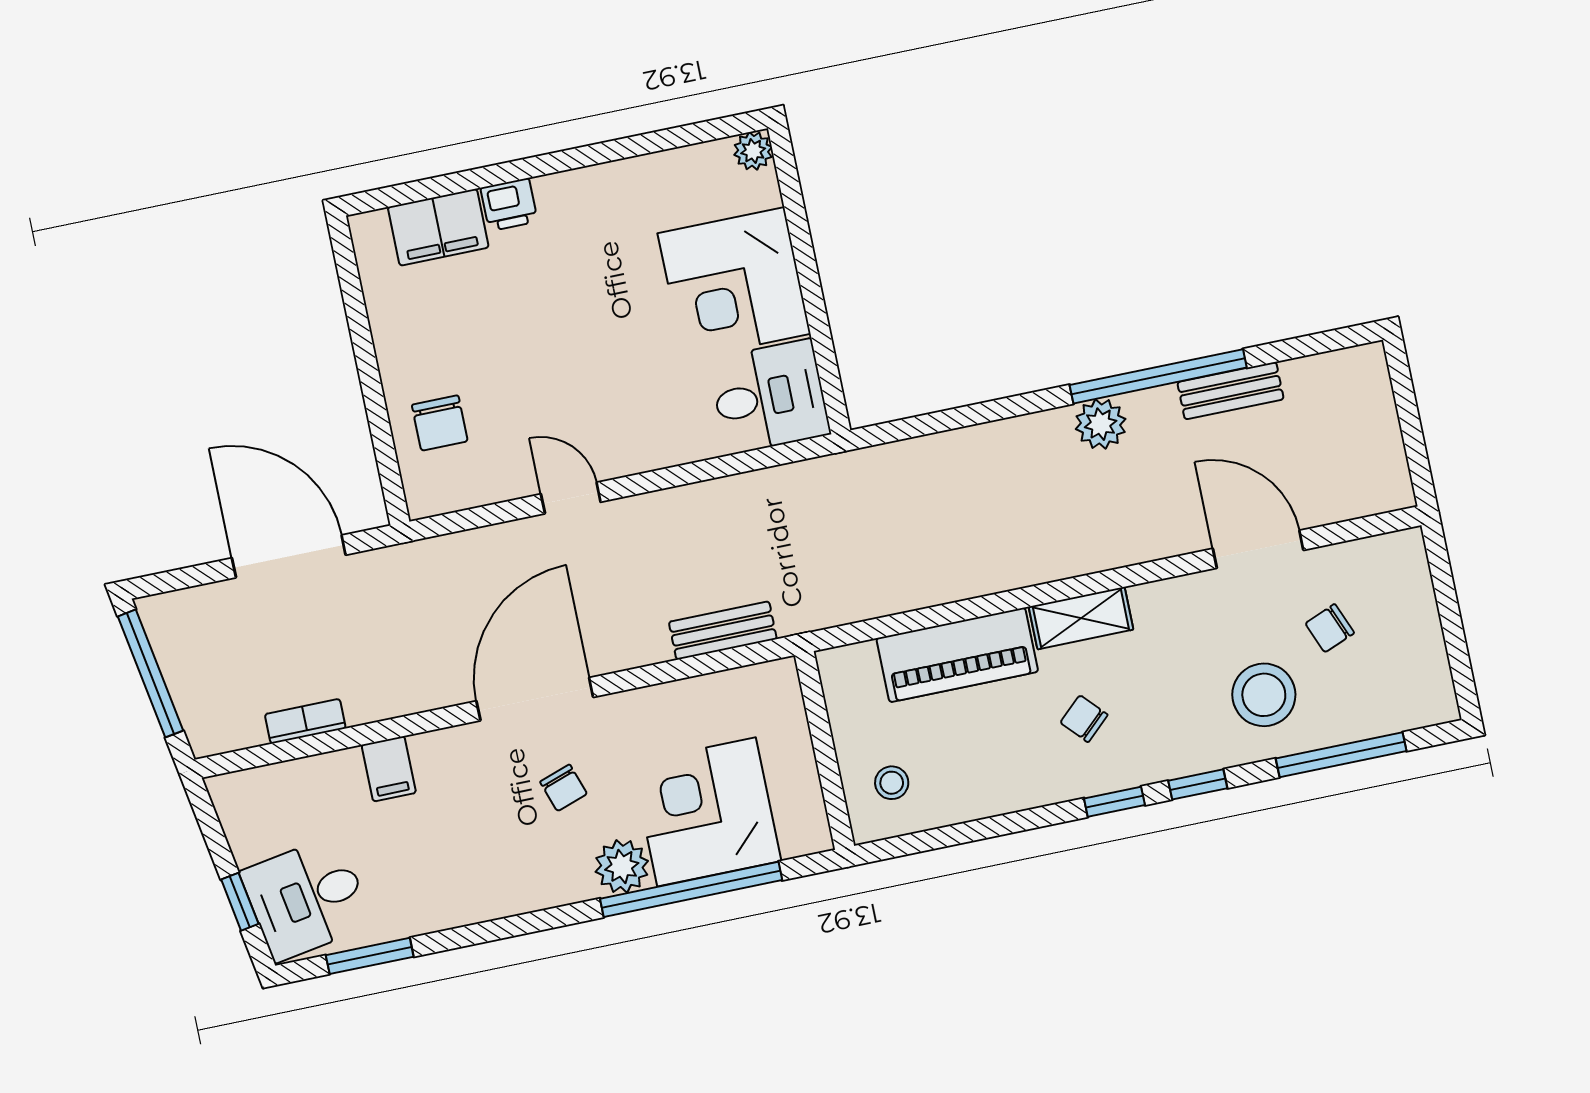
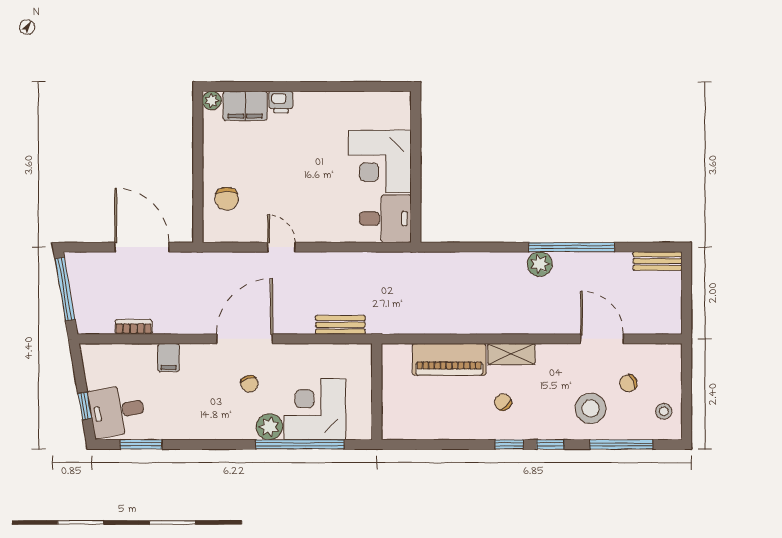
plant: (753, 151) -> (212, 101), moved
bench: (1230, 391) -> (658, 261), moved
stool: (892, 783) -> (664, 411), moved

